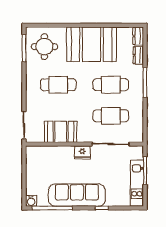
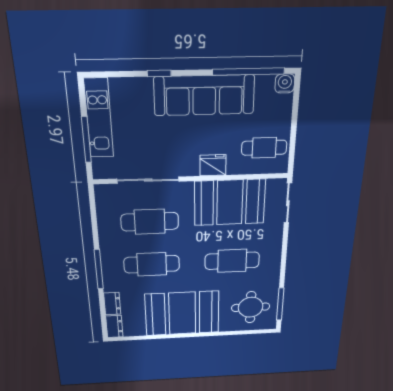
booth: (61, 132) -> (230, 202), width x1.36, depth x1.42
fridge: (82, 152) -> (213, 165), moved
cafe table: (41, 163) -> (264, 148), added

